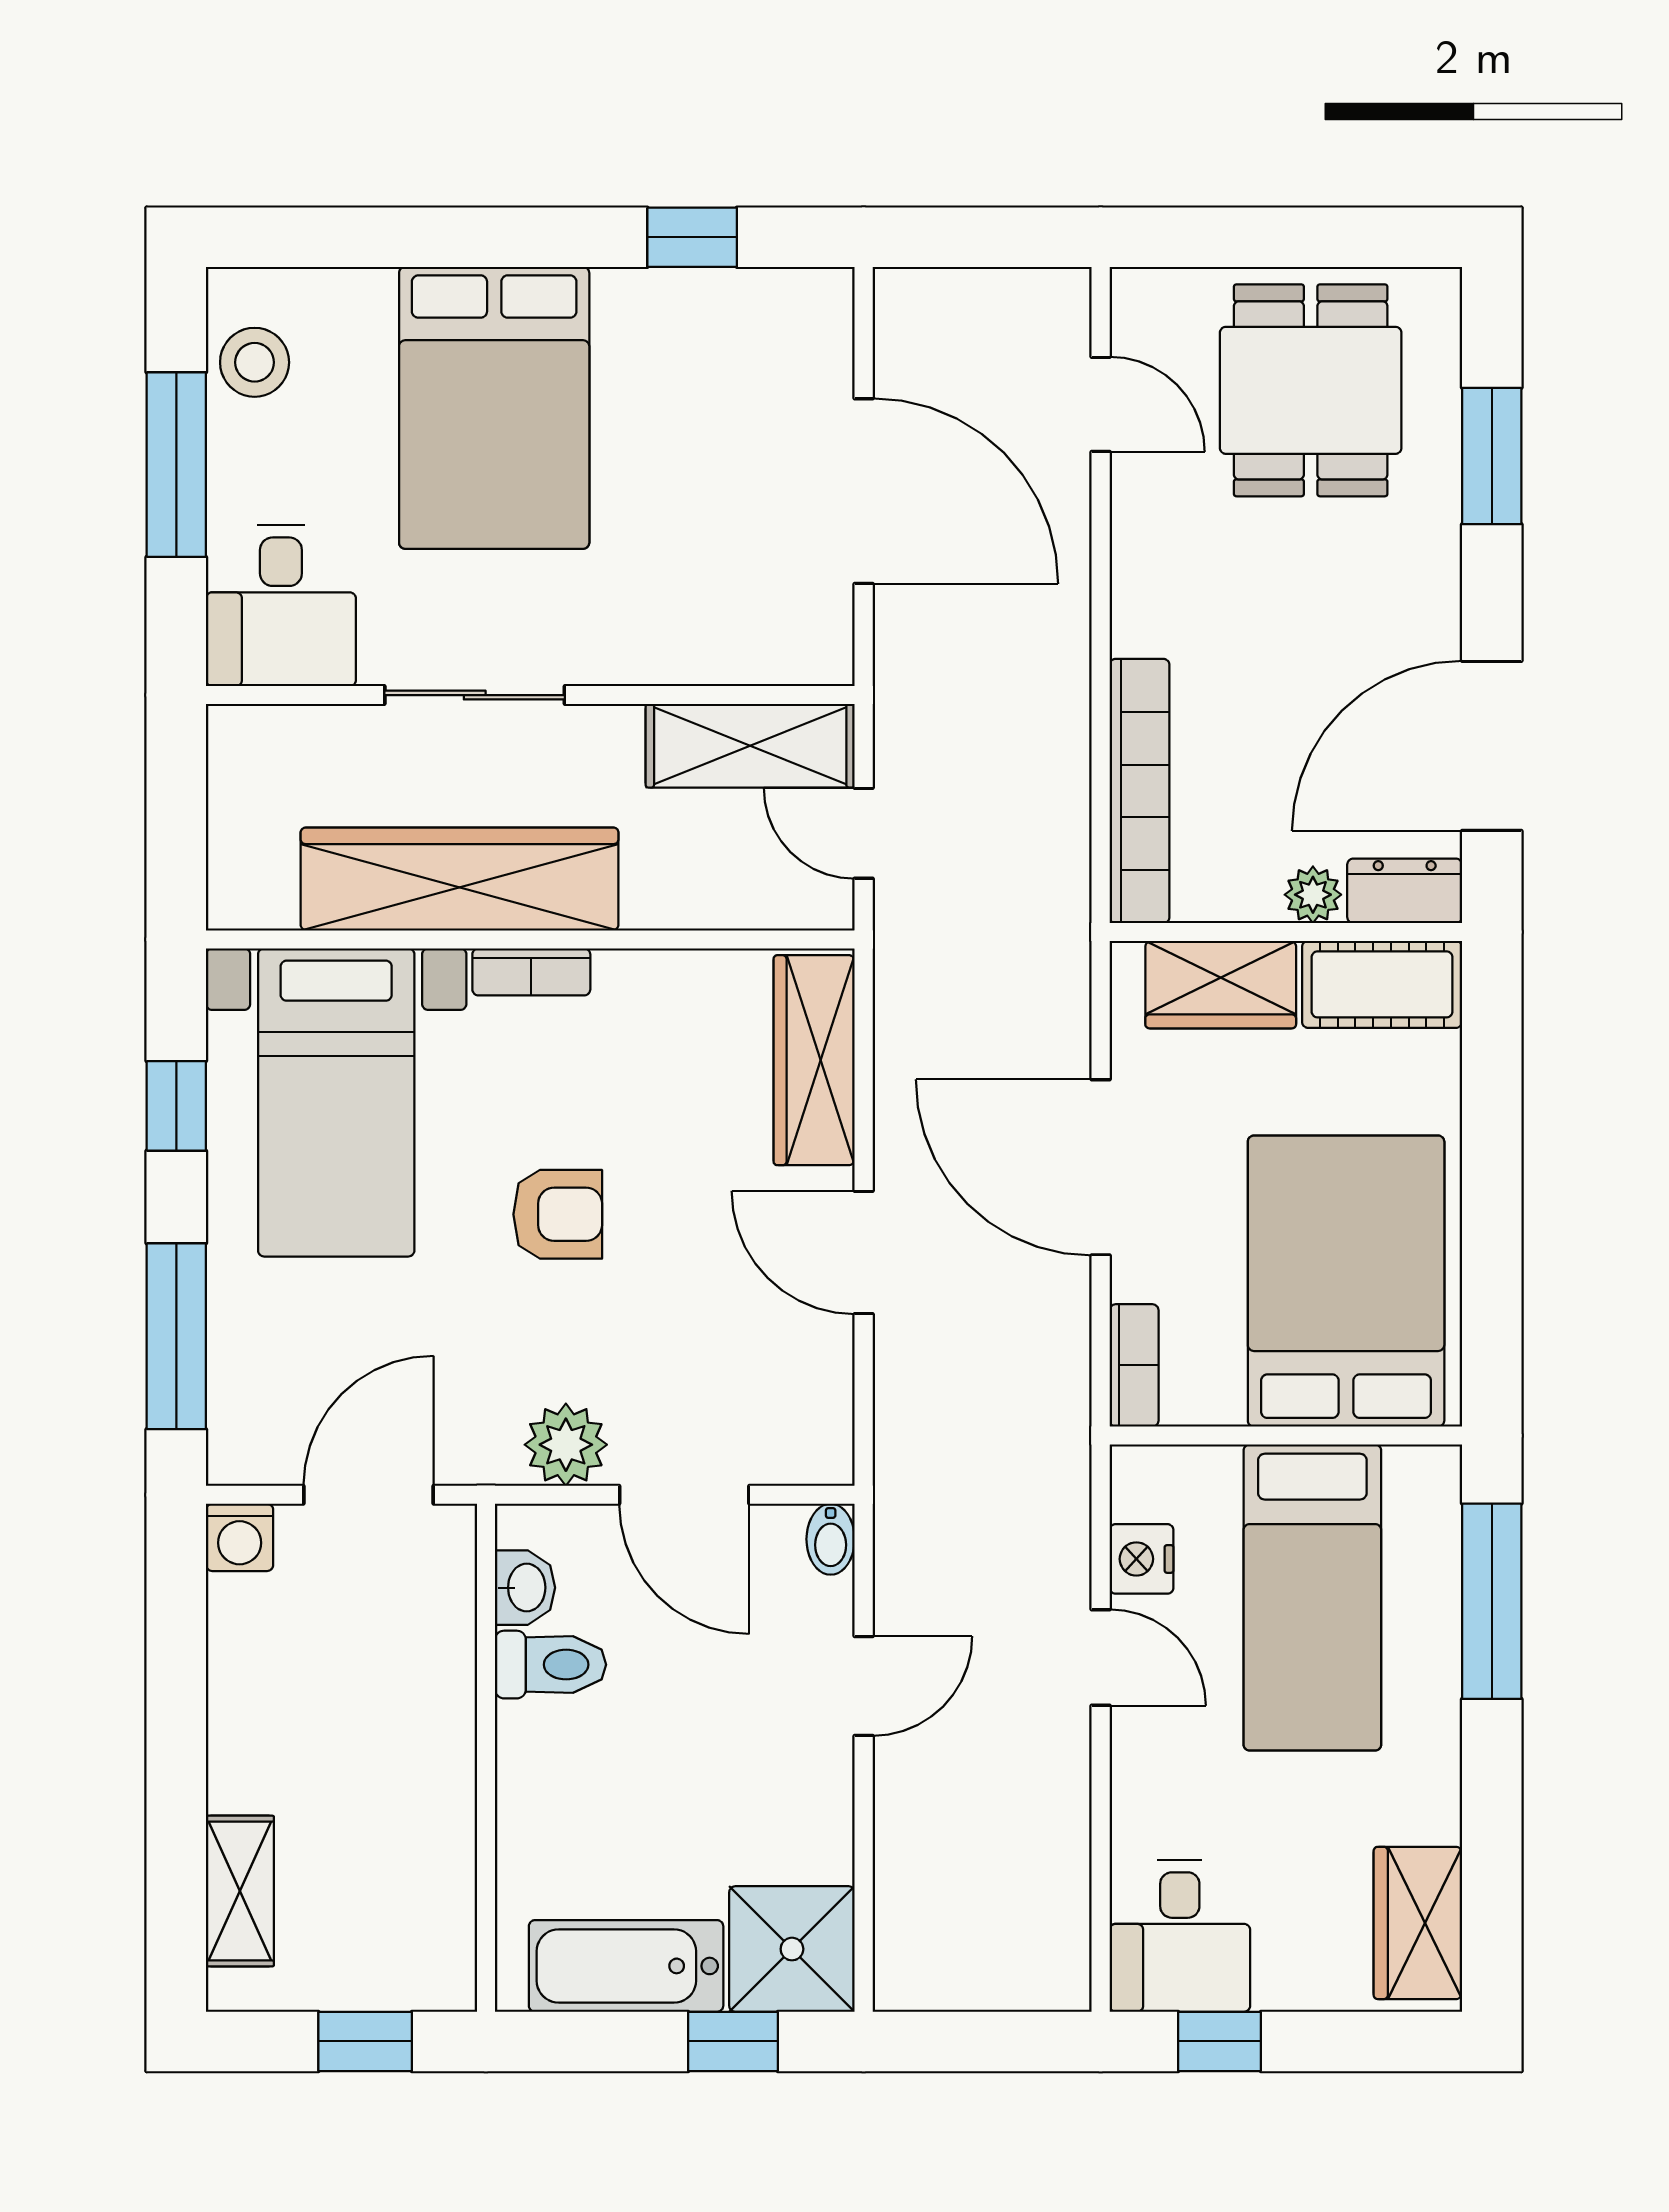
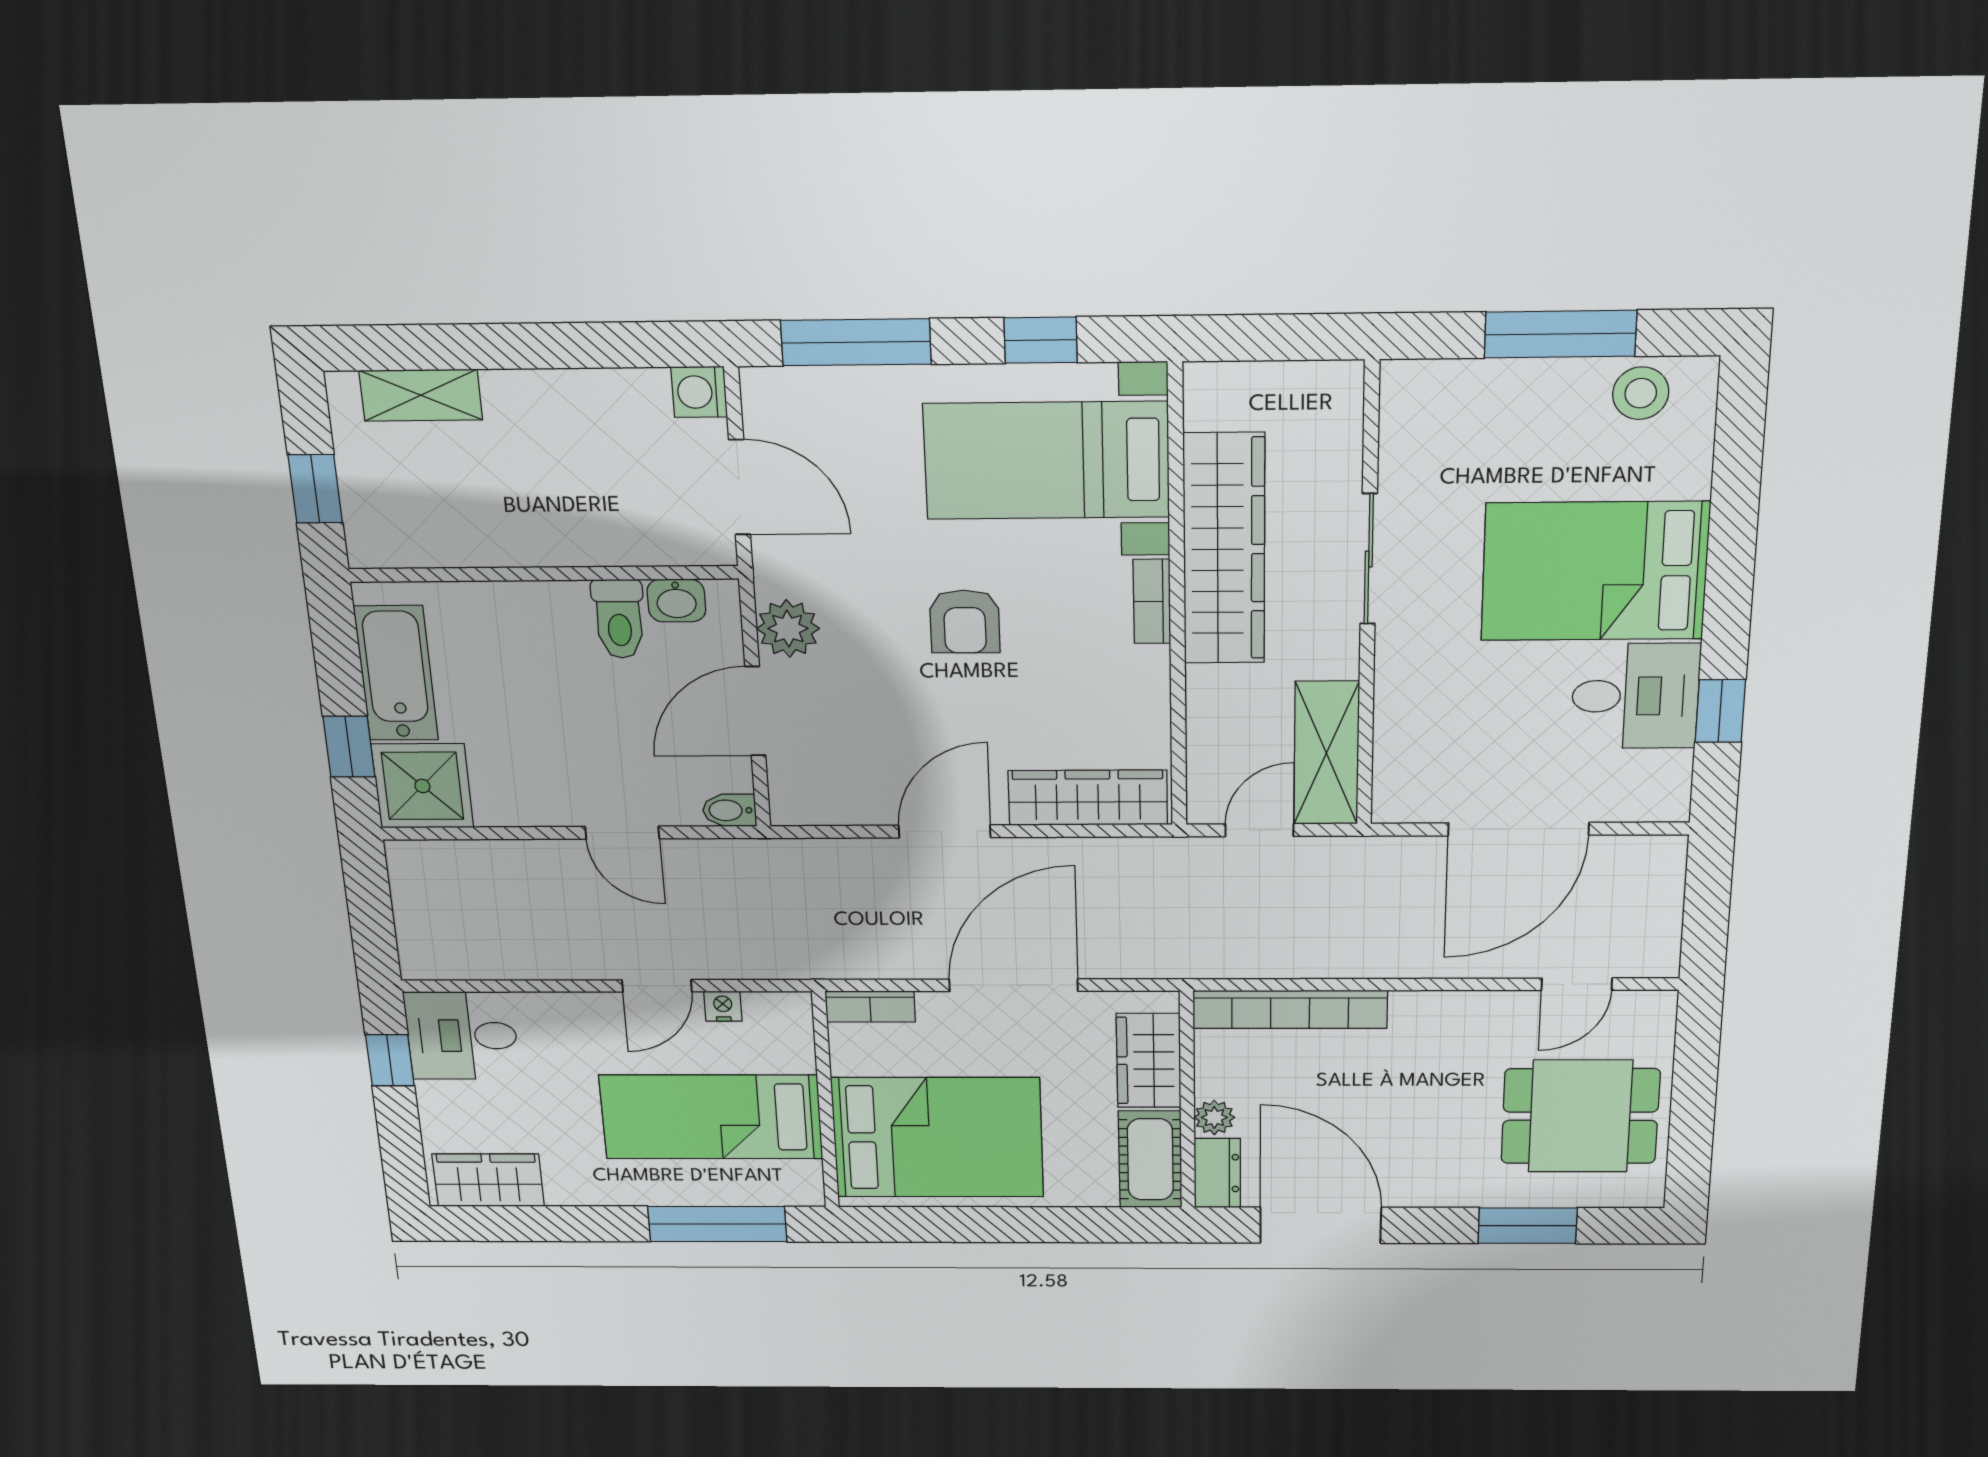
desk: (281, 605) -> (1635, 696), moved, turned 180
nightstand: (1141, 1559) -> (723, 1006), width x0.72, depth x0.74

